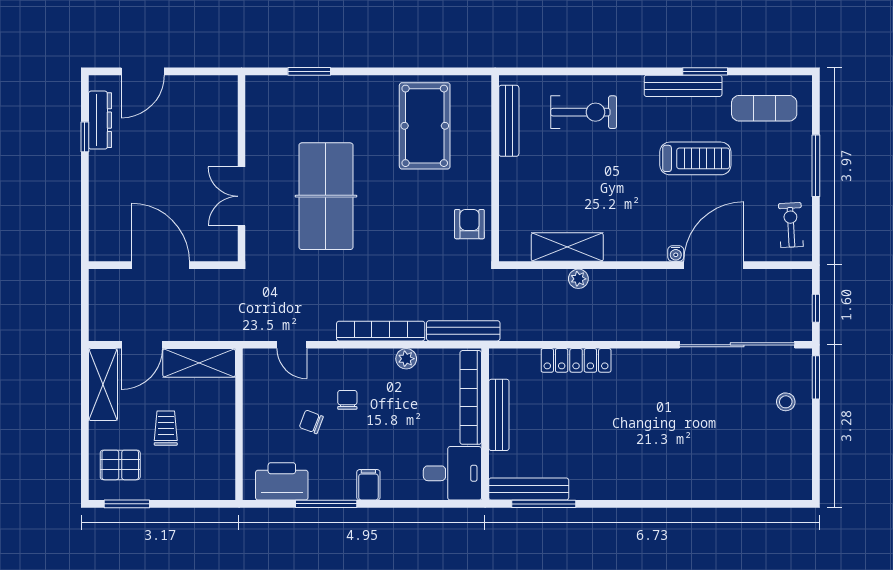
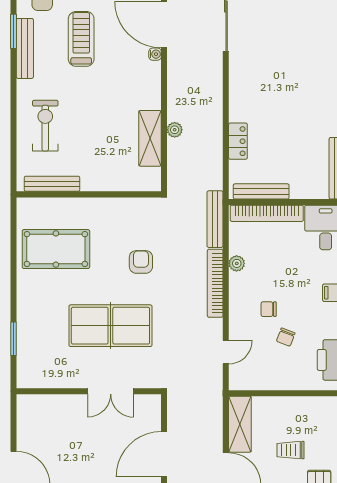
armchair: (469, 224) -> (141, 262), moved, turned 90
locker: (576, 360) -> (238, 141), width x0.66
bench: (499, 415) -> (261, 191), moved

